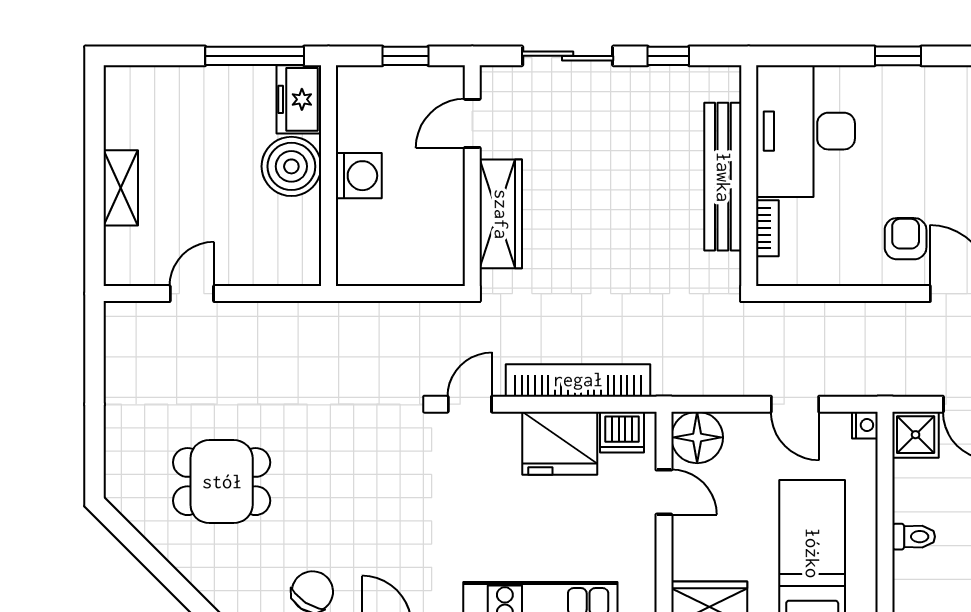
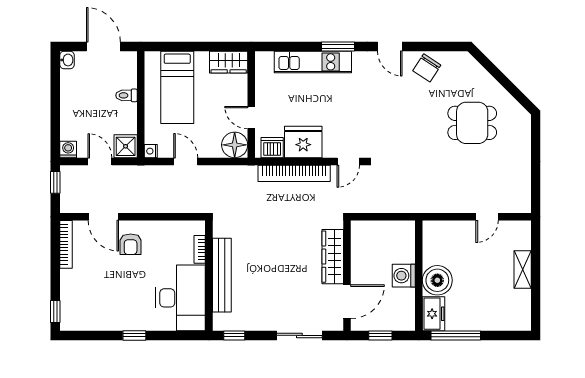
window: (668, 56) -> (234, 335), moved
door: (472, 123) -> (347, 302), width x1.38

